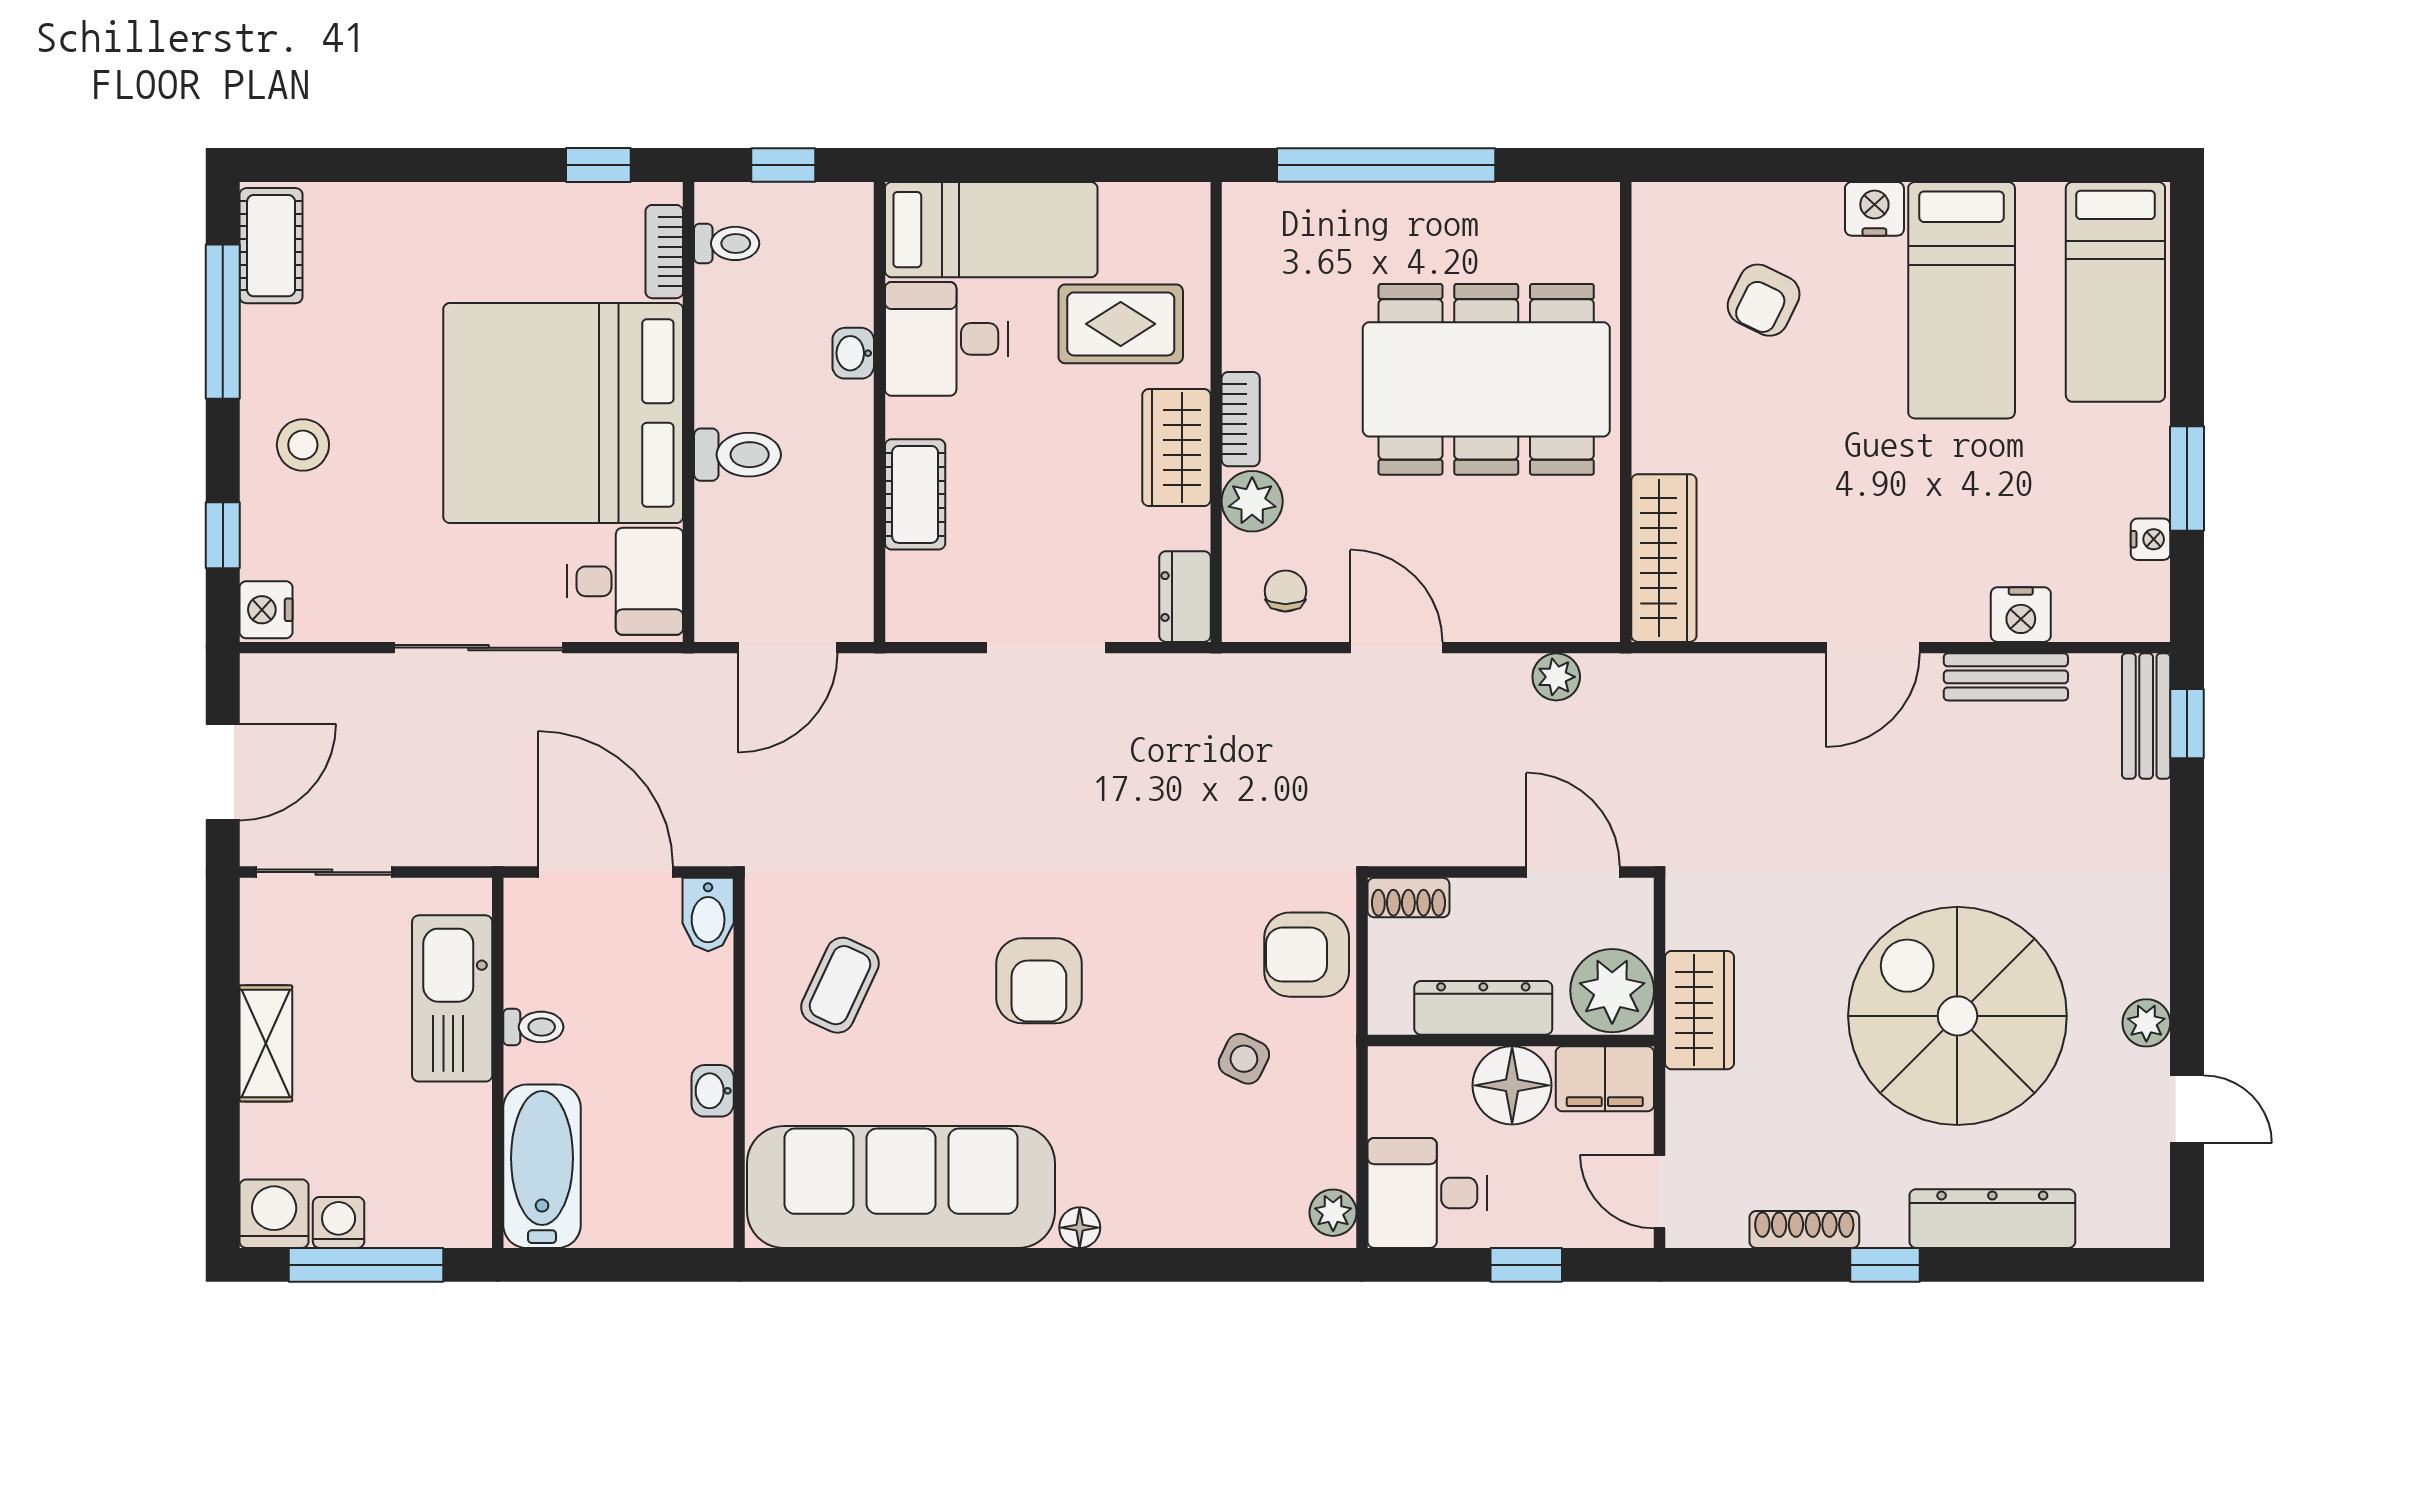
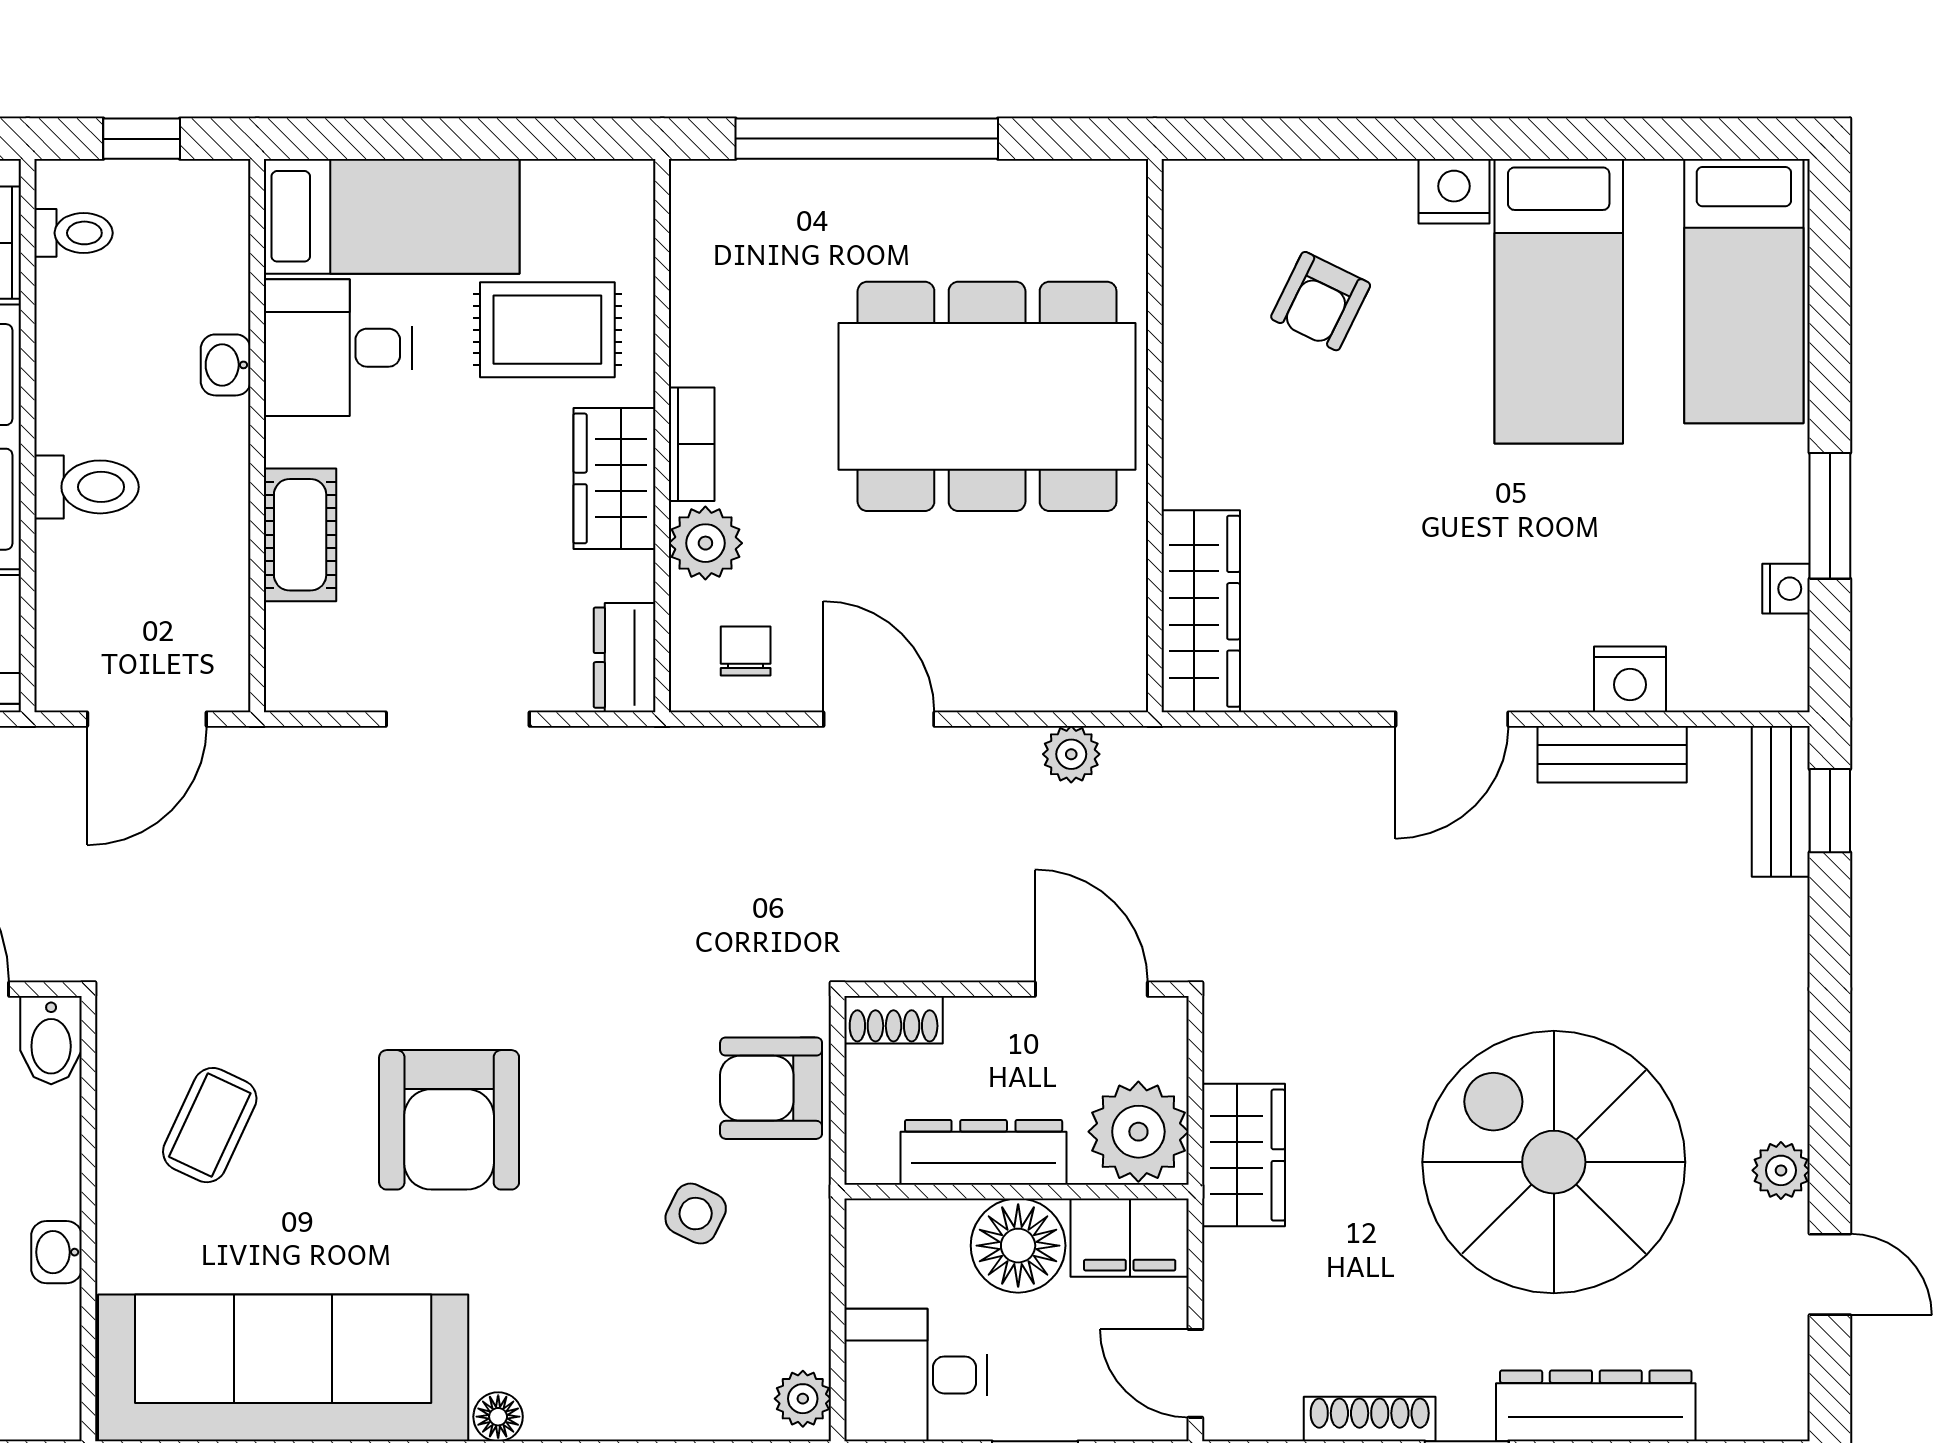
armchair: (1039, 981) -> (449, 1120), width x1.36, depth x1.36

